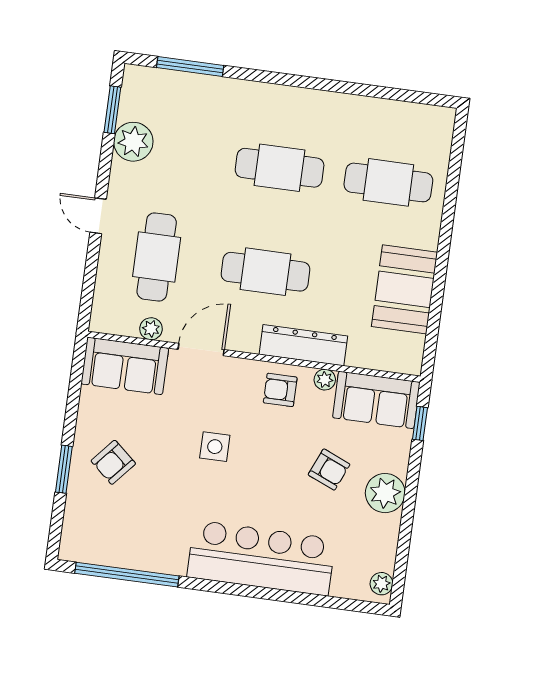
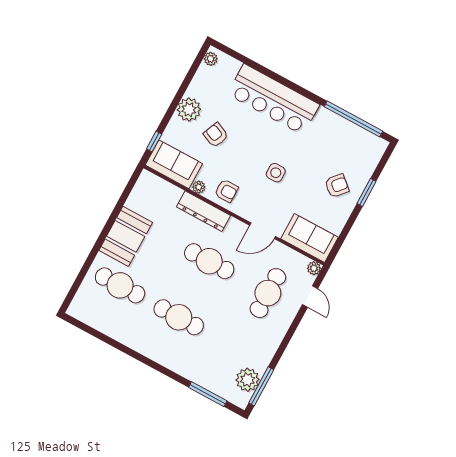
window: (112, 110) -> (261, 386), width x1.44
plant: (133, 142) -> (248, 380), moved
door: (98, 216) -> (310, 297), moved
booth: (405, 289) -> (126, 236), moved
plant: (151, 329) -> (314, 268), moved

